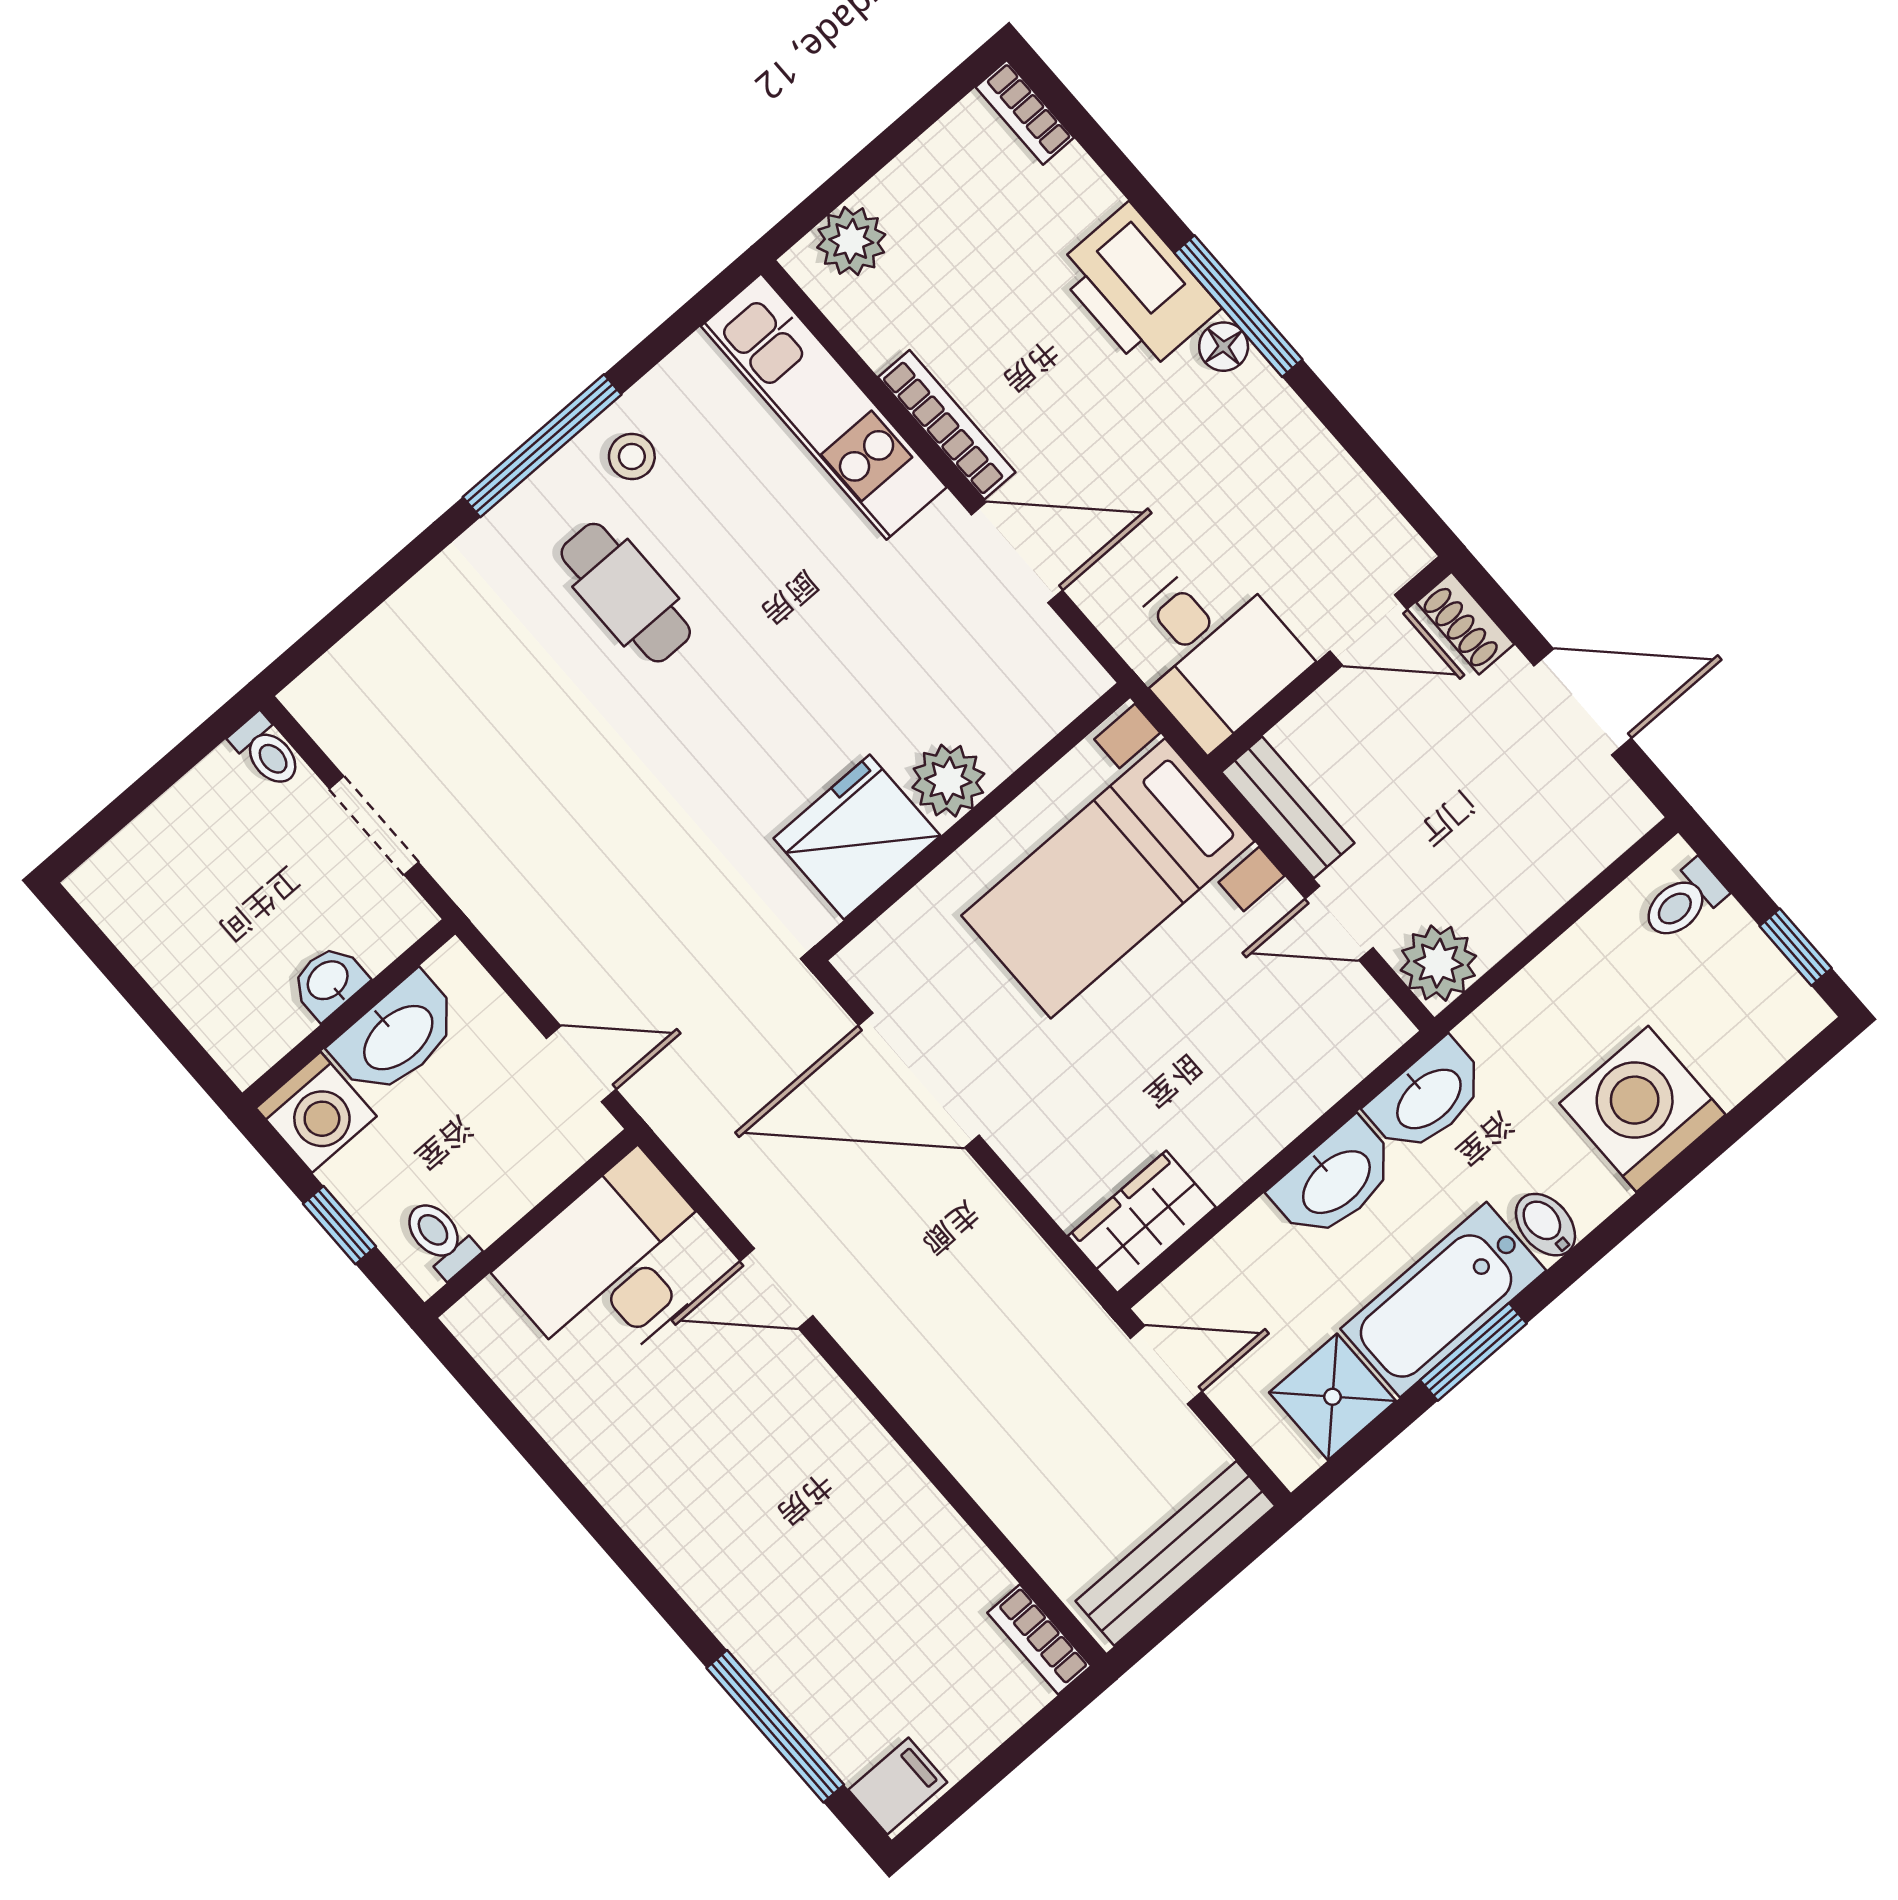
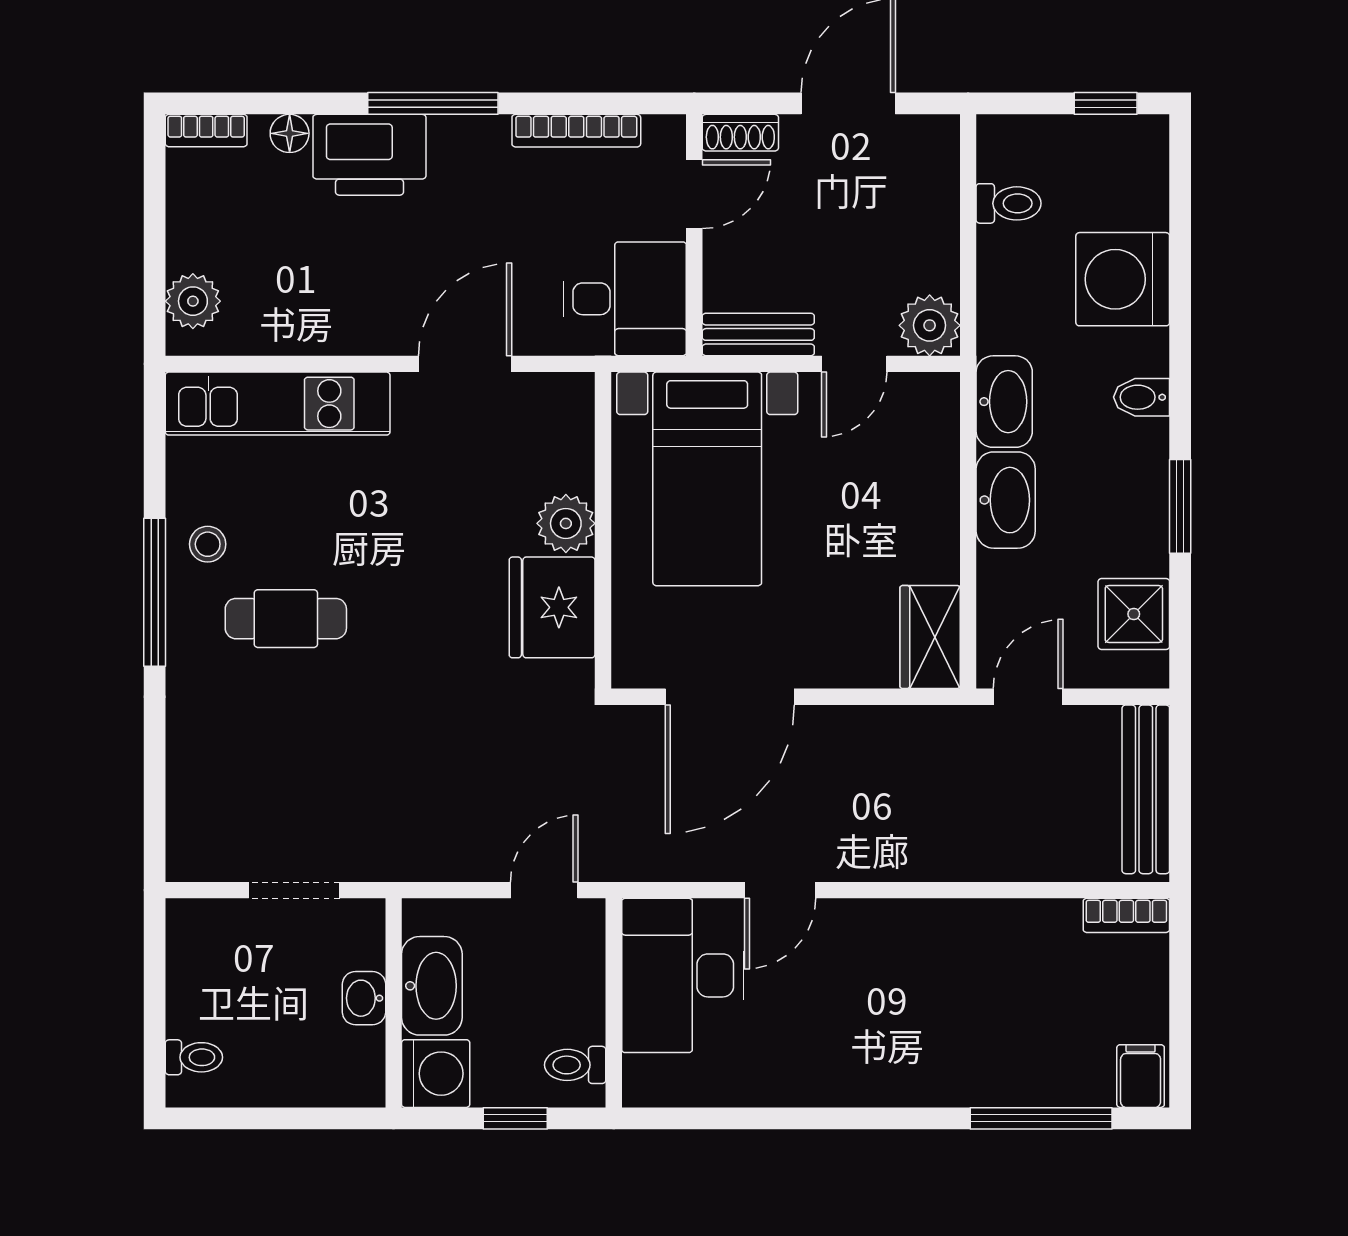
floor lamp: (1224, 347) -> (290, 133), moved
bookcase: (947, 425) -> (576, 131), moved, turned 180
toilet: (266, 751) -> (194, 1057), moved
toilet: (1683, 901) -> (1009, 203), moved, turned -90
bathtub: (1443, 1300) -> (1133, 497), removed

